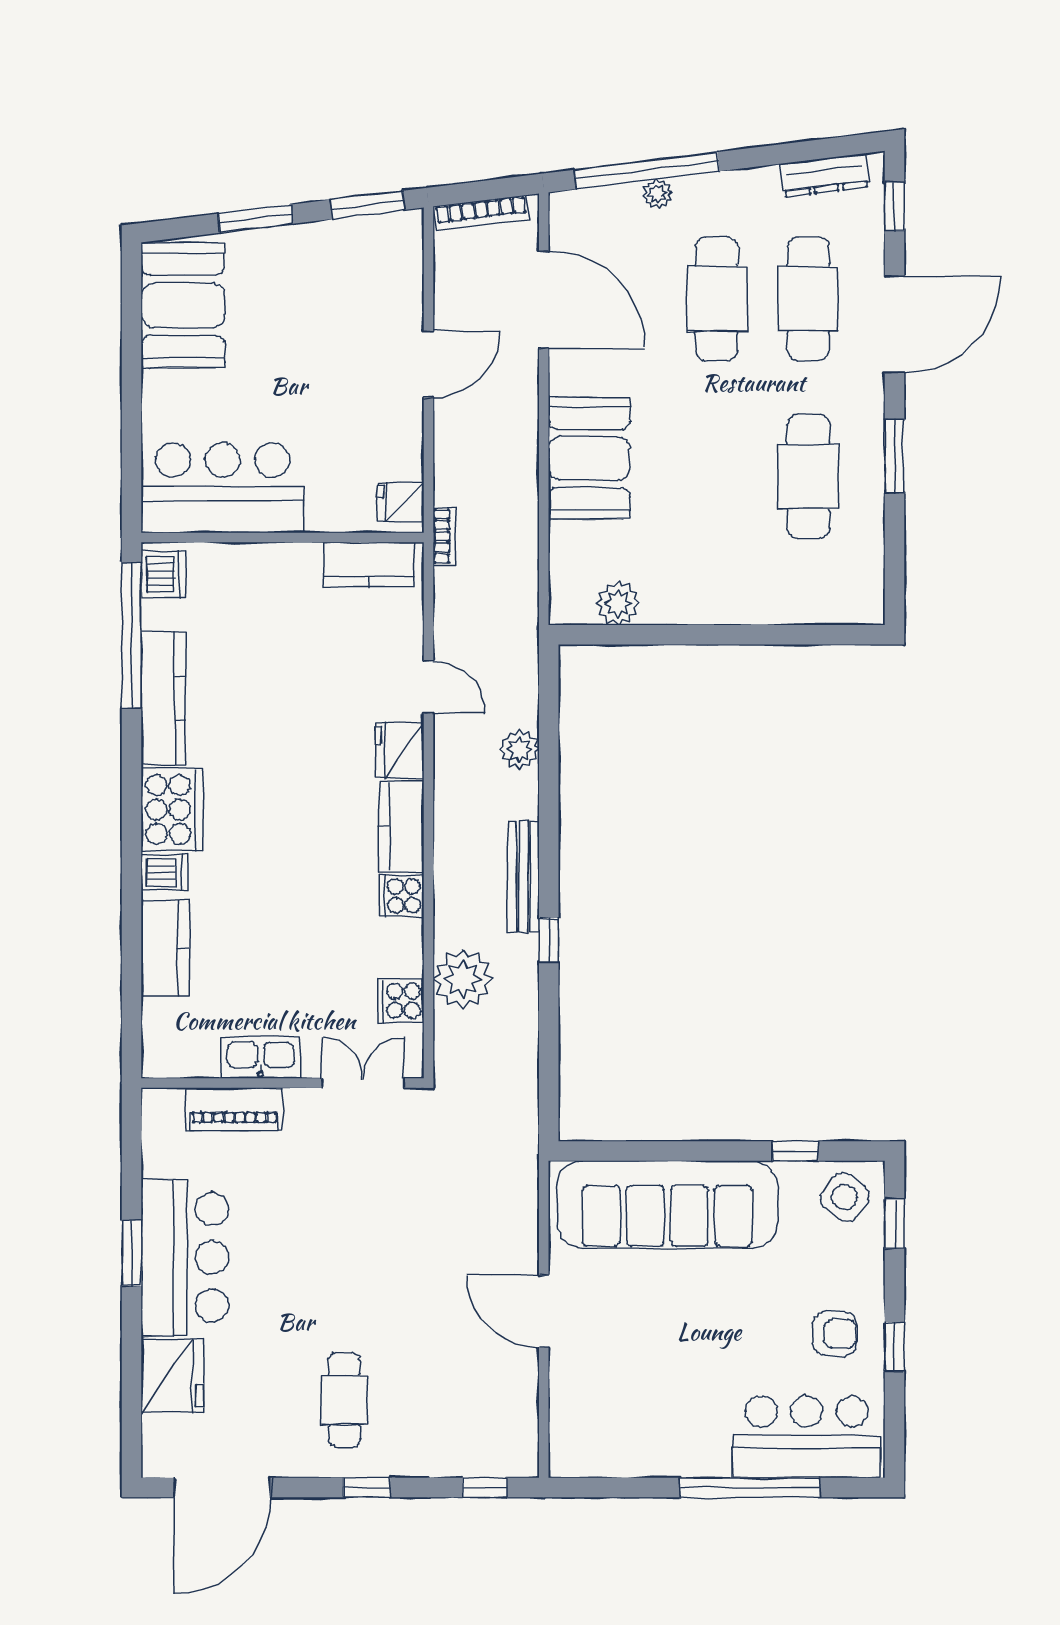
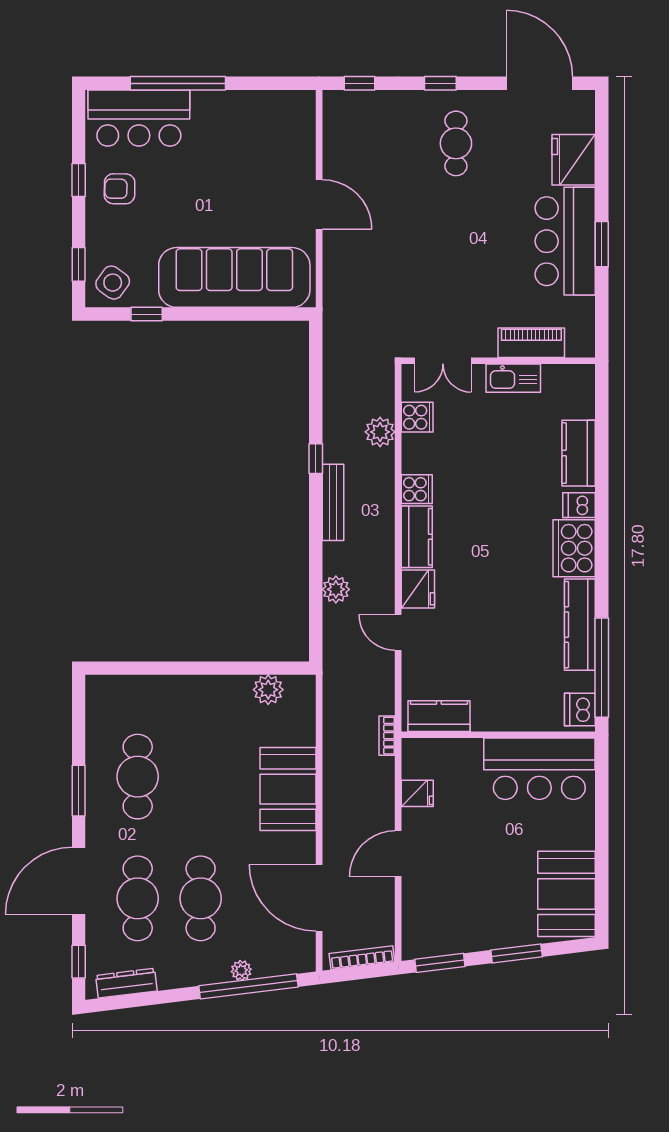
fridge: (401, 501) -> (417, 793), moved
plant: (463, 979) -> (380, 432), width x0.73, depth x0.73
door: (222, 1488) -> (539, 83), hinge flipped

